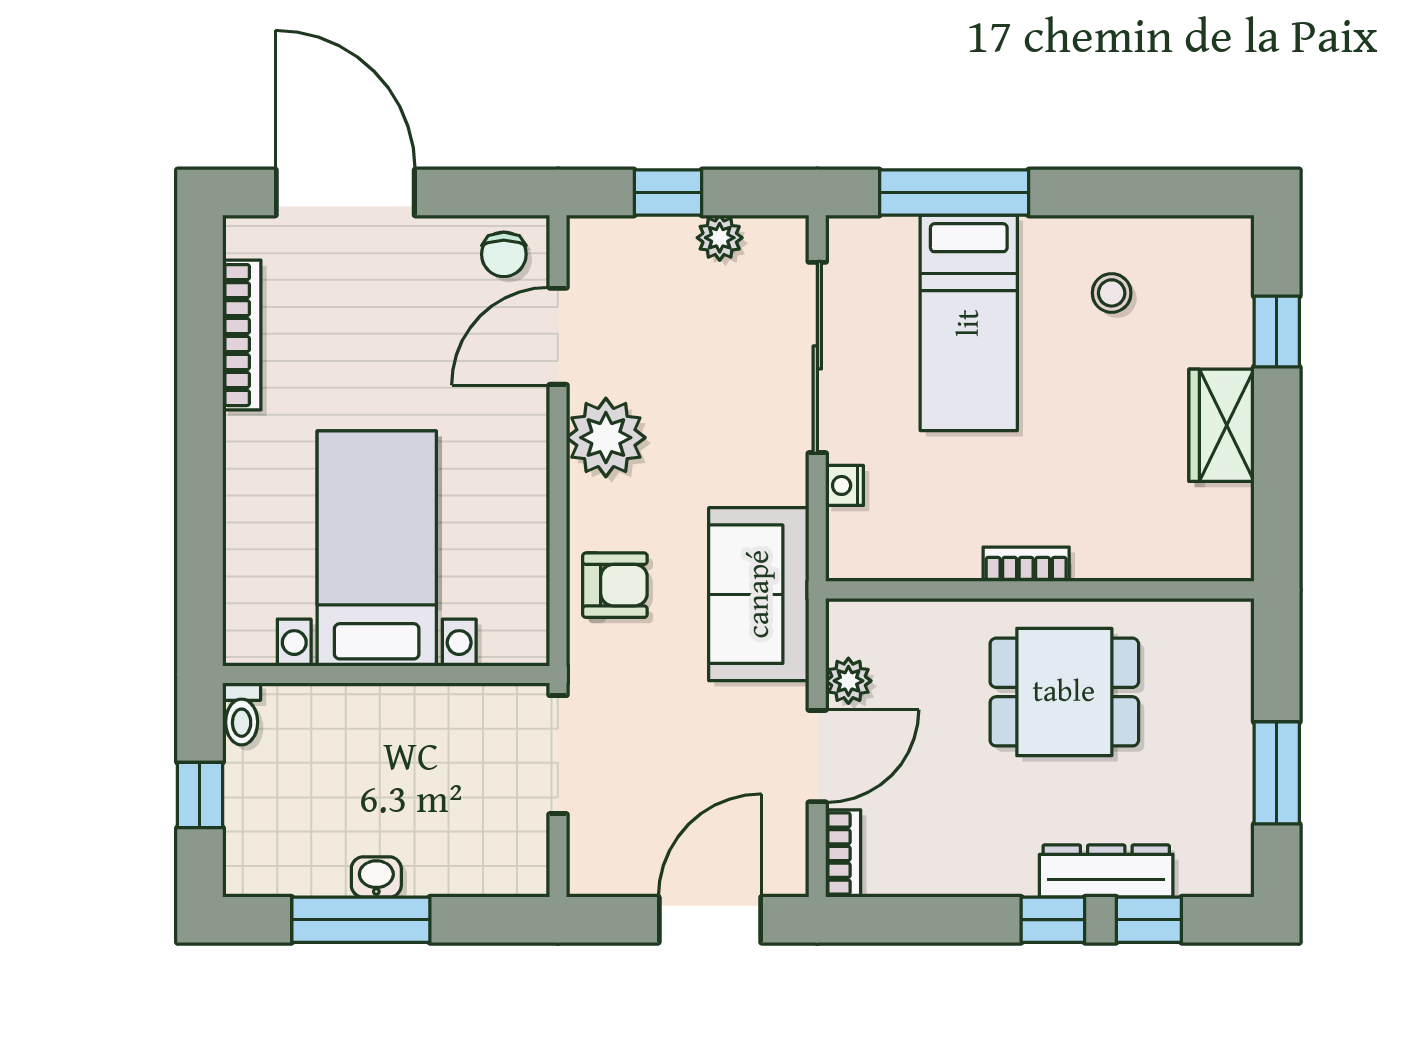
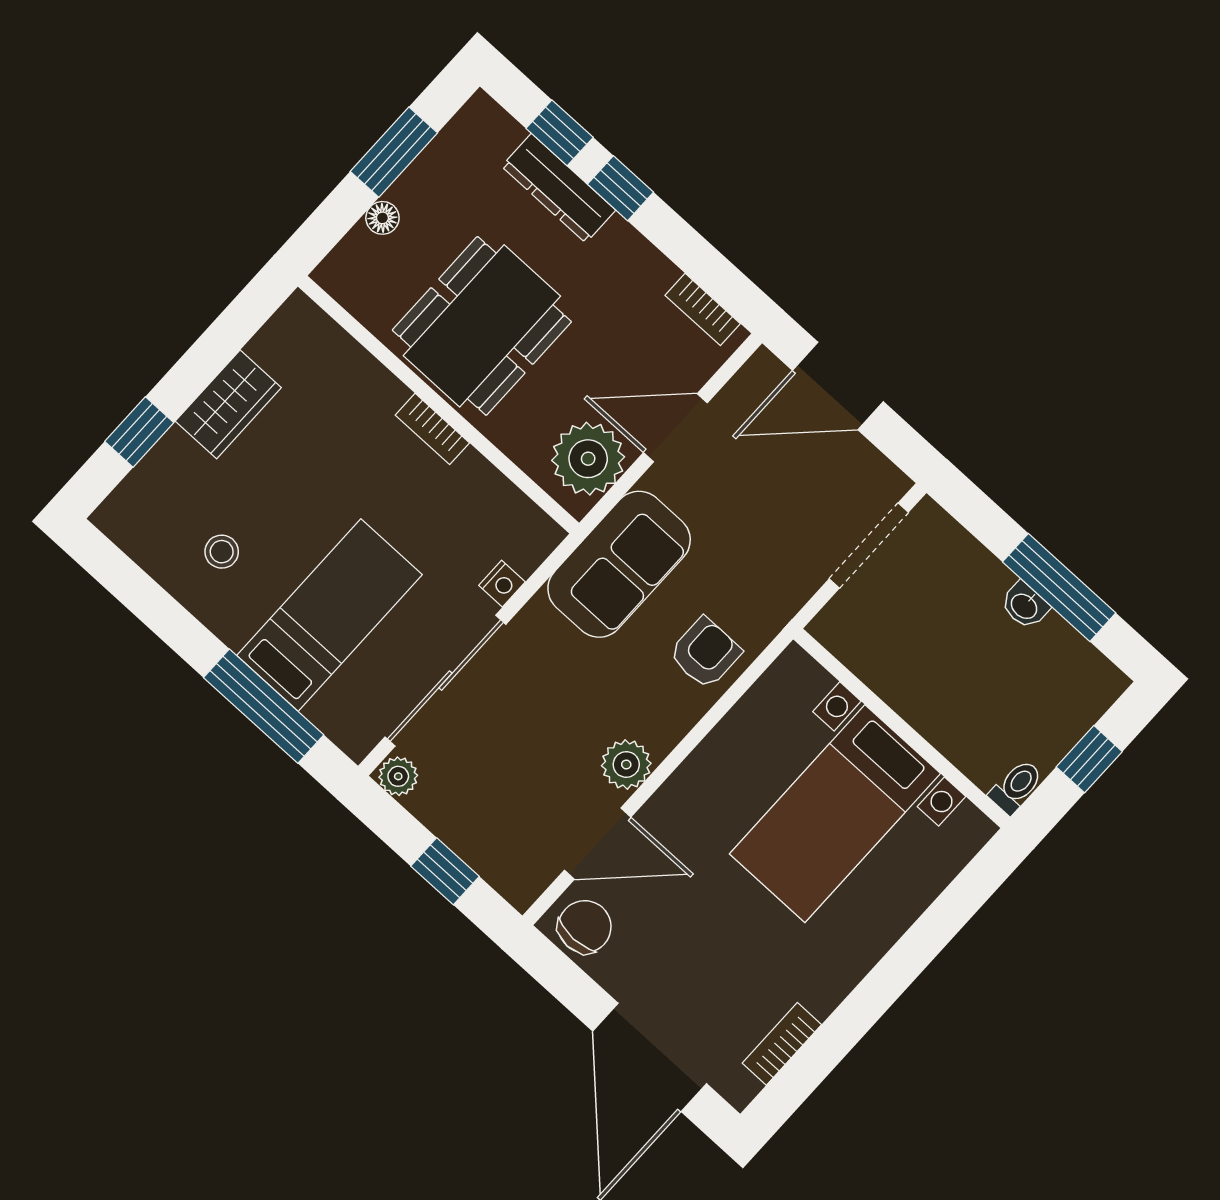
plant: (720, 238) -> (398, 776), moved
chair: (504, 254) -> (585, 927), width x1.37, depth x1.37
bookcase: (242, 335) -> (782, 1044), width x0.64
plant: (606, 438) -> (626, 764), width x0.73, depth x0.73
armchair: (615, 585) -> (705, 653), turned 90
plant: (848, 681) -> (588, 459), width x1.88, depth x1.88
dining table: (1064, 692) -> (482, 326), width x1.37
floor lamp: (1235, 707) -> (382, 218), added
doorway: (558, 755) -> (869, 546), moved
bookcase: (843, 854) -> (703, 309), moved, turned -90

